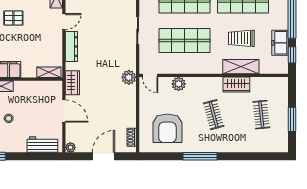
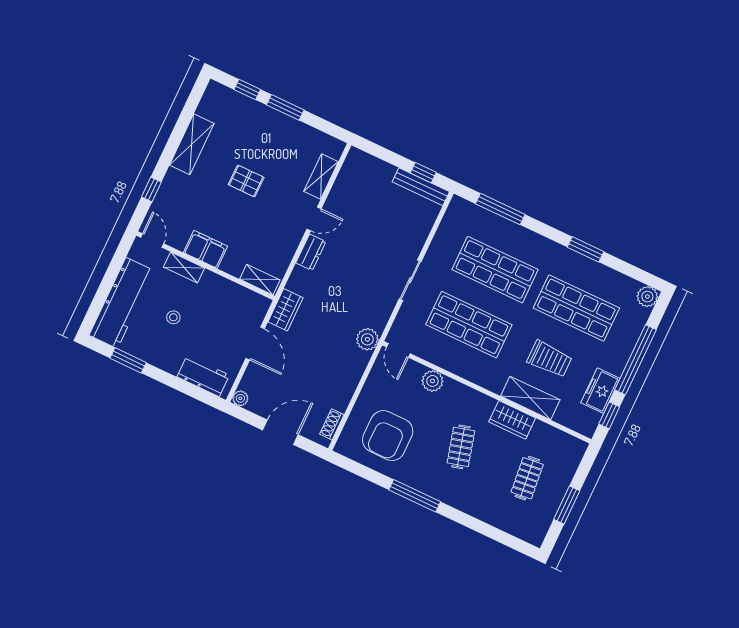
trolley: (241, 38) -> (550, 359), turned 180
dresser: (71, 47) -> (311, 252), width x0.70

